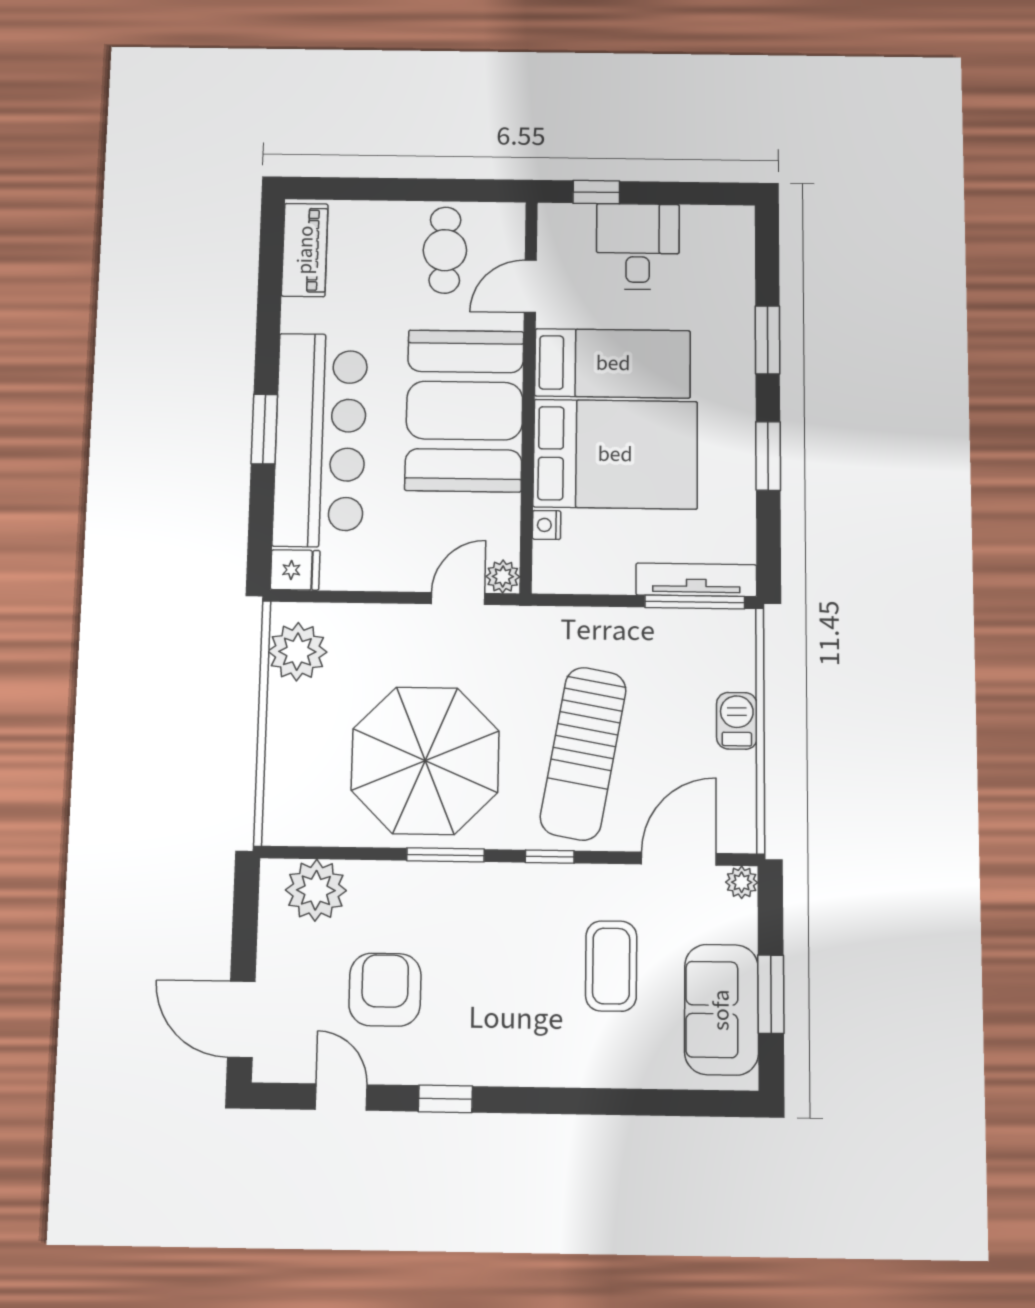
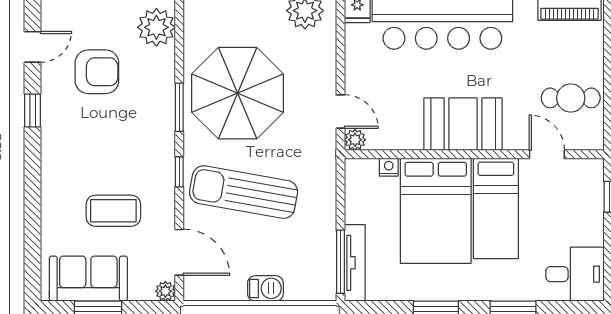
desk: (638, 246) -> (575, 274), moved
booth: (465, 411) -> (463, 124), width x0.73, depth x0.70

